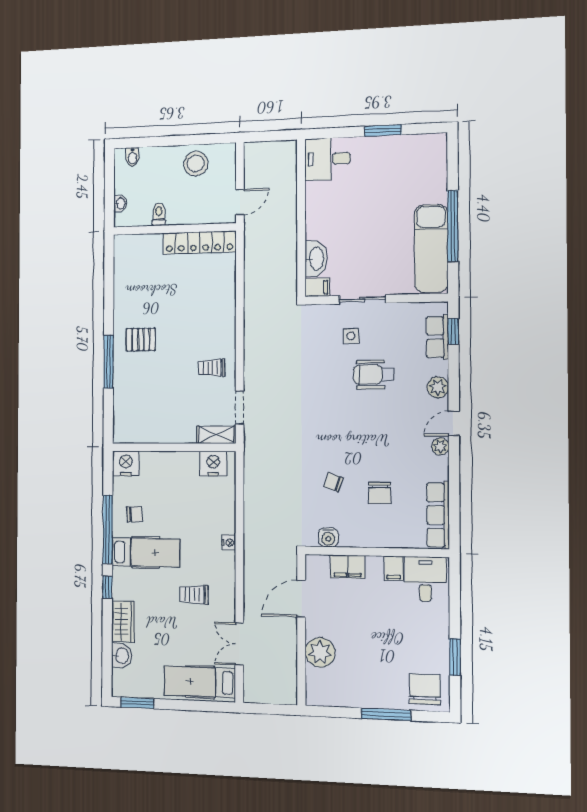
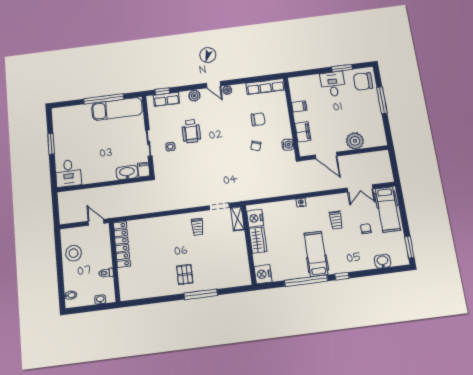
chair: (135, 514) -> (366, 229), moved
desk: (425, 579) -> (333, 84), moved, turned 90
wardrobe: (123, 621) -> (258, 240), moved, turned 90

